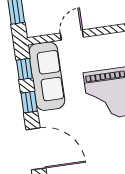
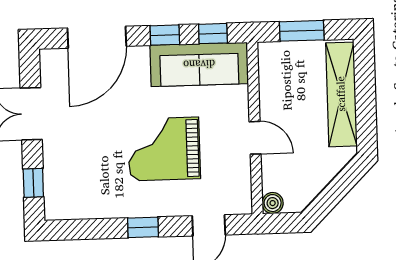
door: (72, 35) -> (255, 138), moved

